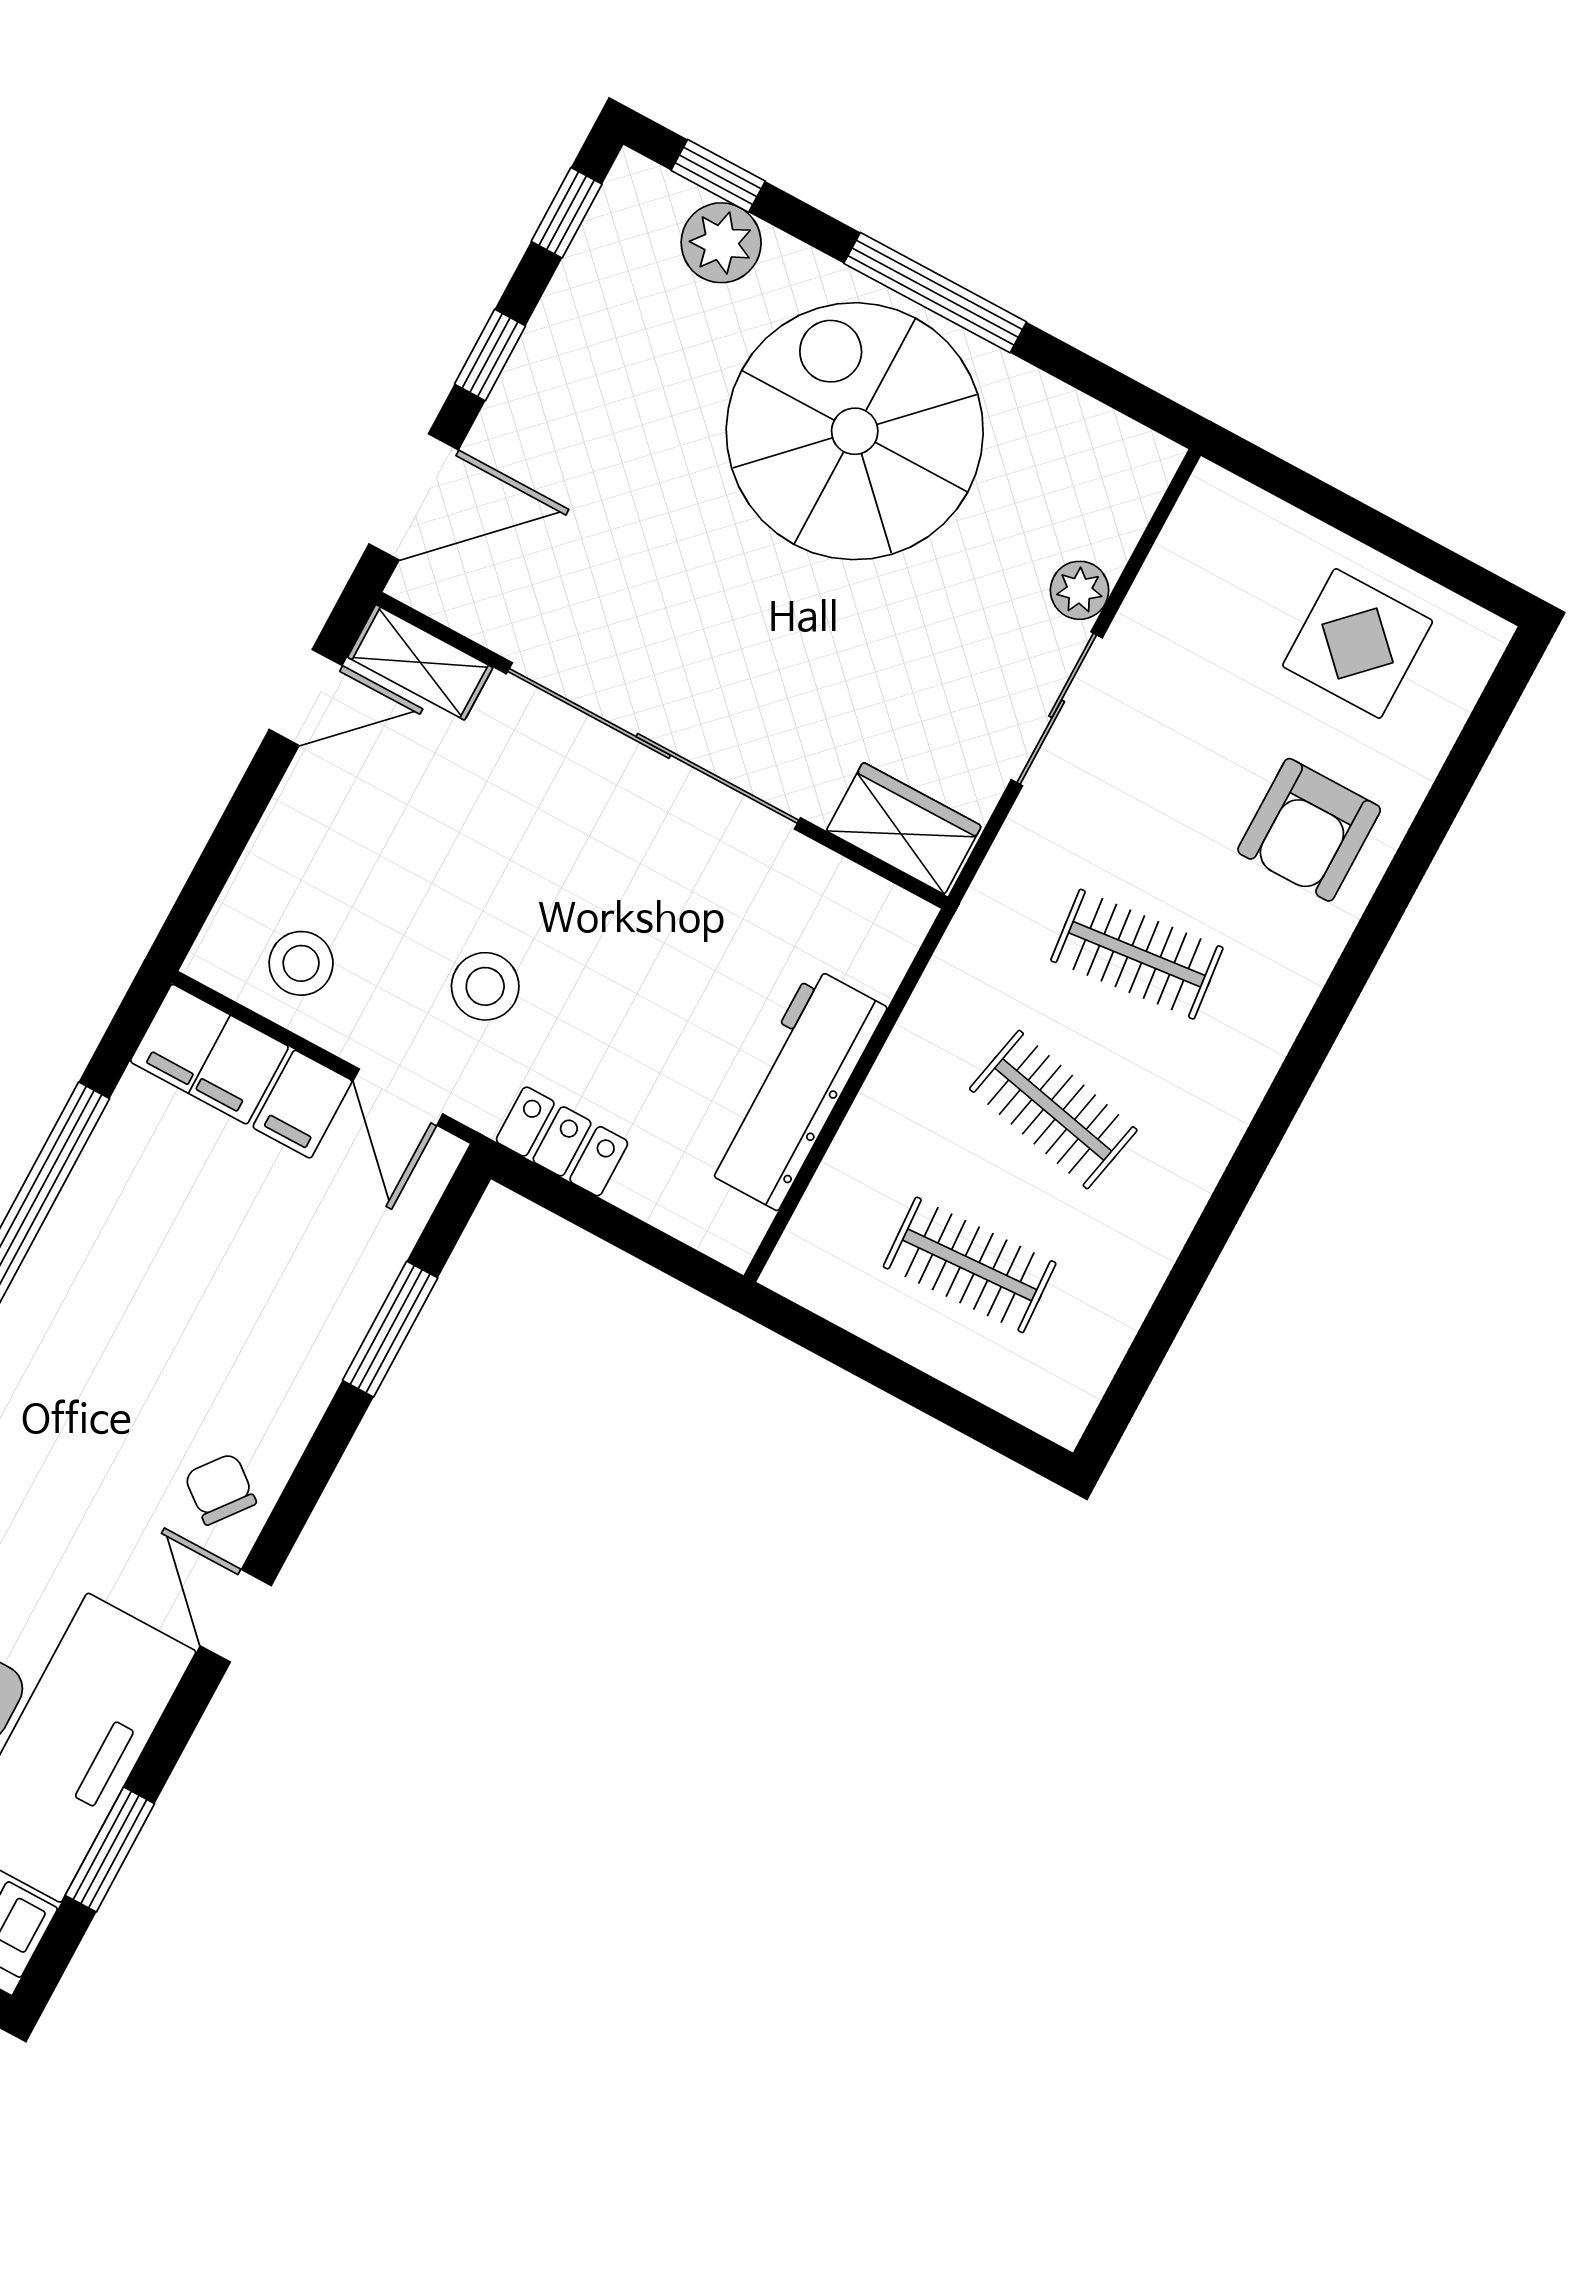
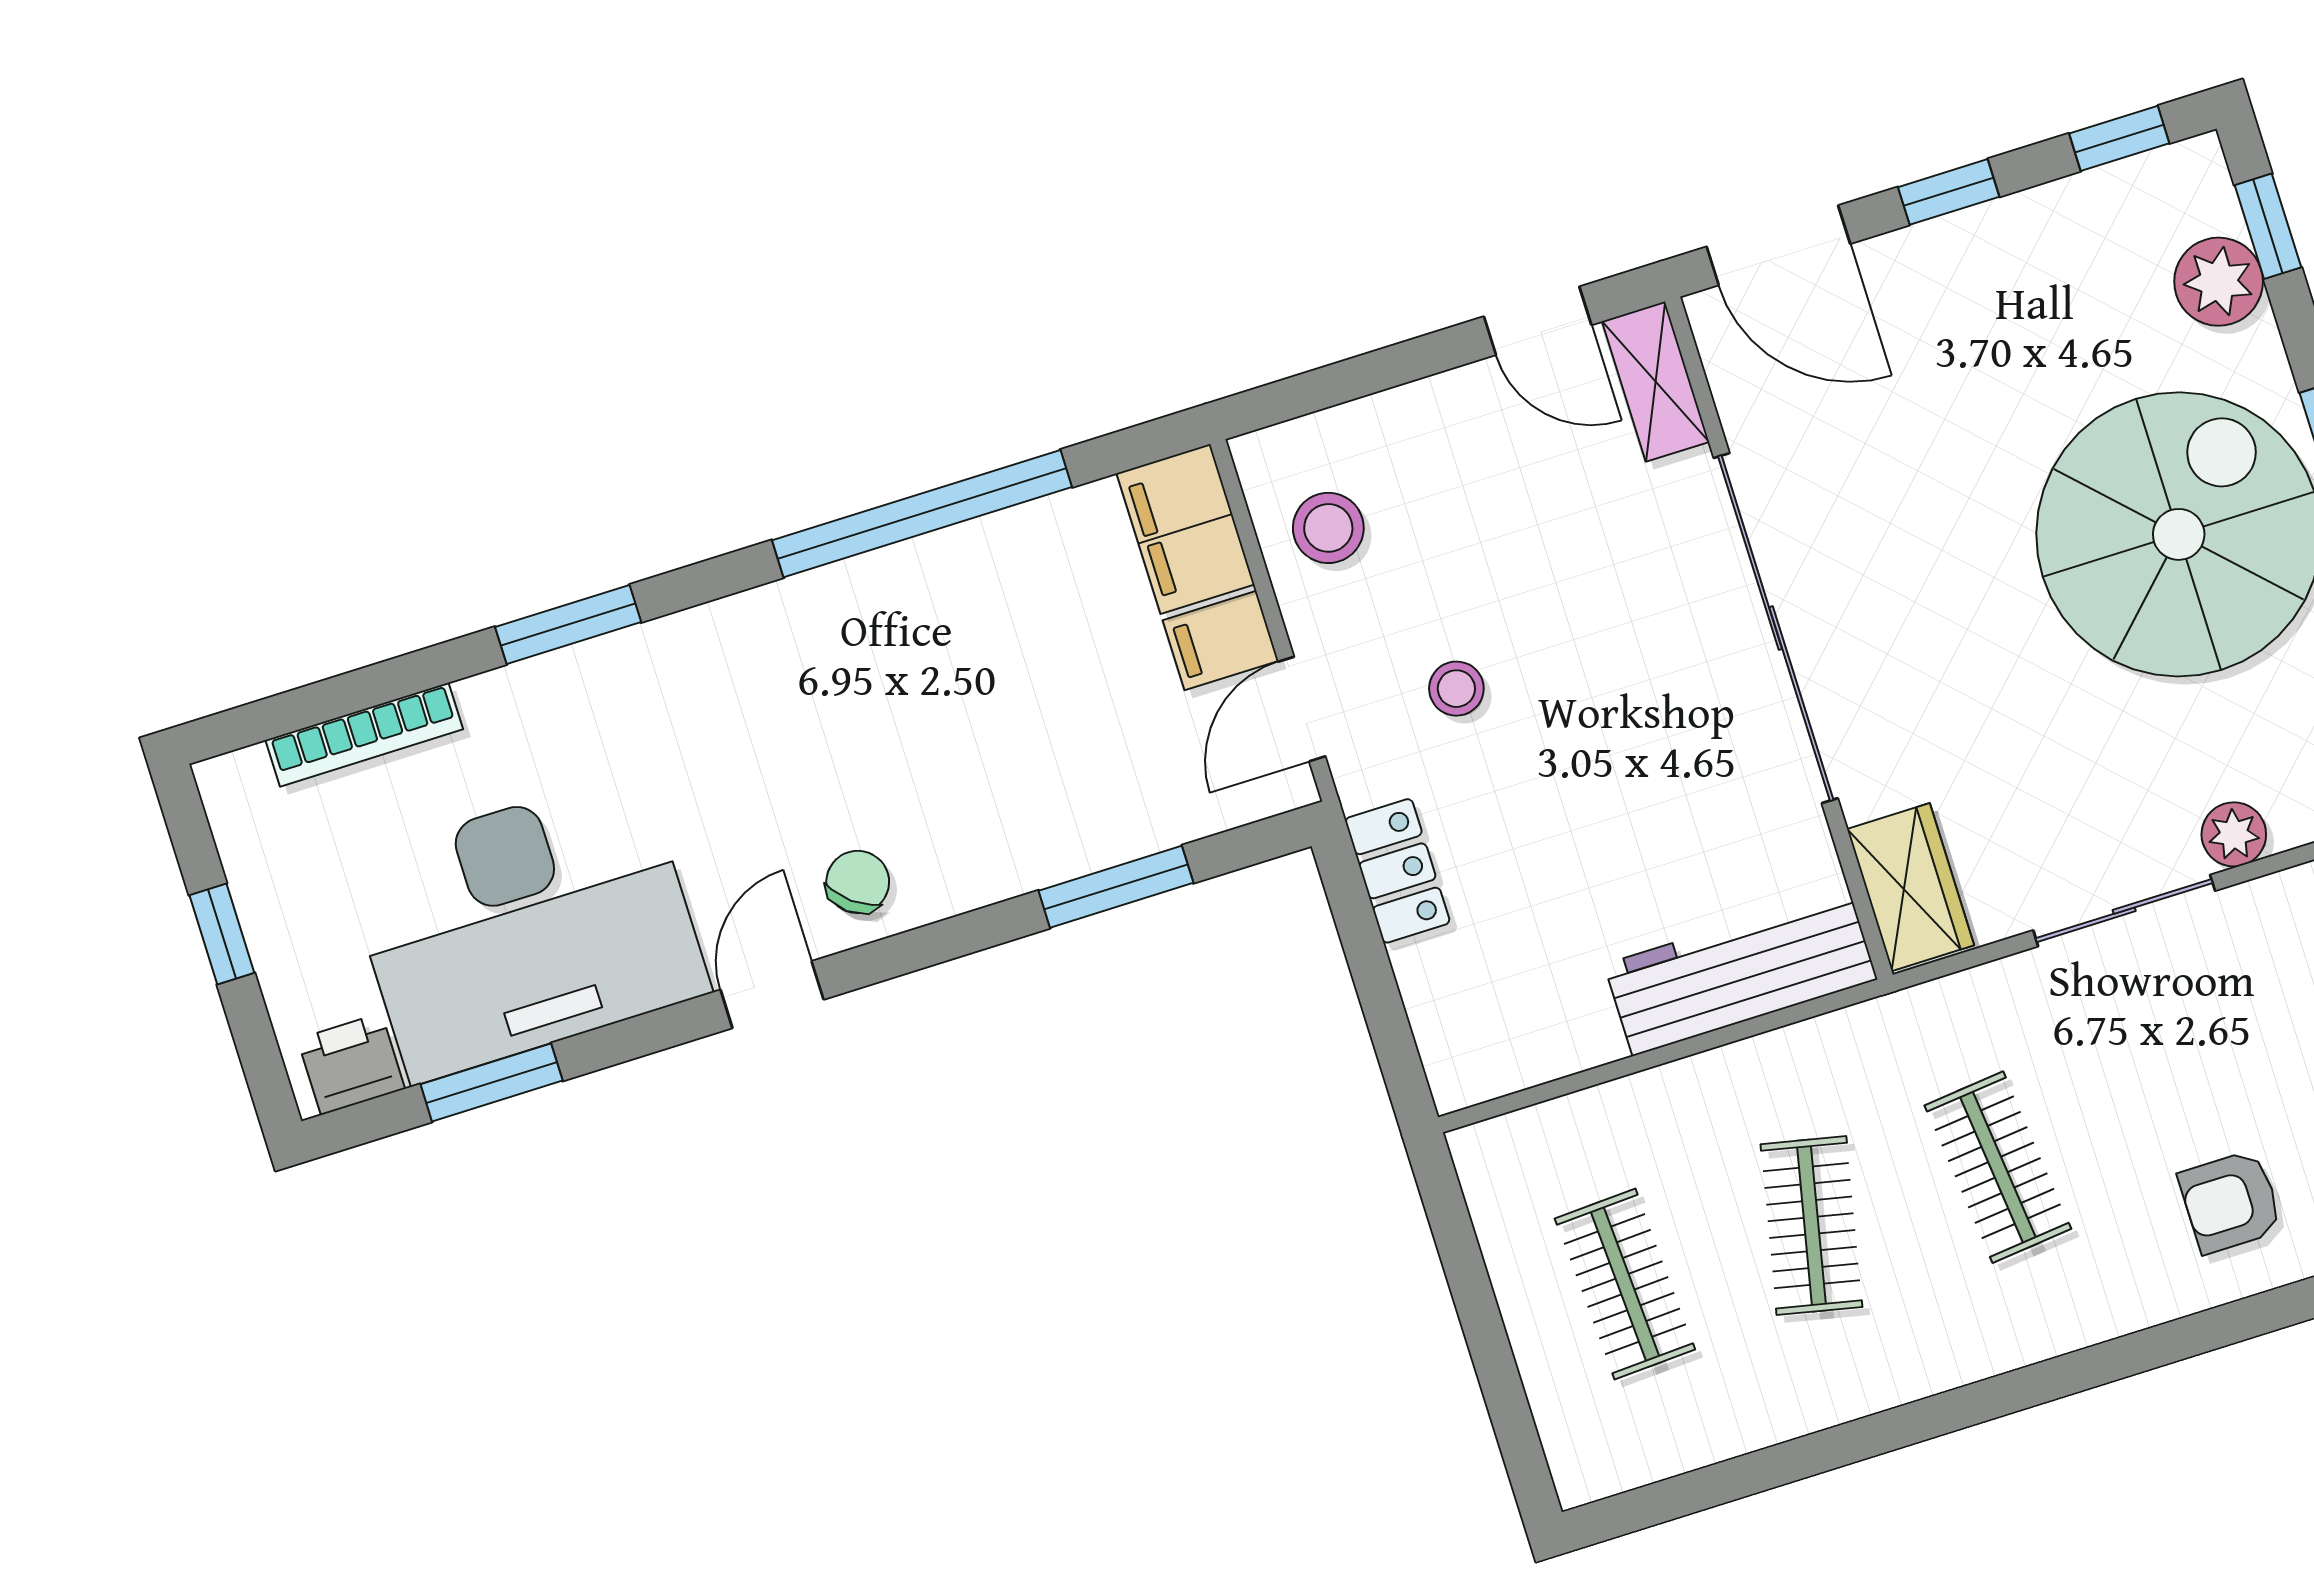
armchair: (1309, 830) -> (2231, 1202), width x0.72, depth x0.72
stool: (485, 986) -> (1456, 689), width x0.73, depth x0.73
workbench: (795, 1089) -> (1741, 972), moved

